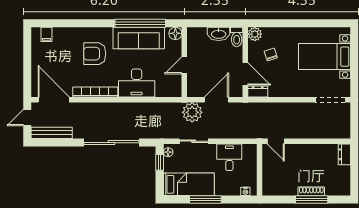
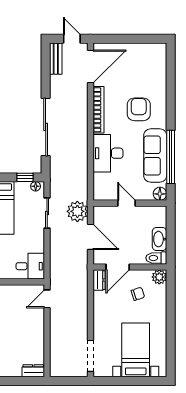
filing cabinet: (47, 34) -> (159, 59), removed
bench: (52, 133) -> (56, 59), width x0.73
desk: (229, 157) -> (30, 266), moved

